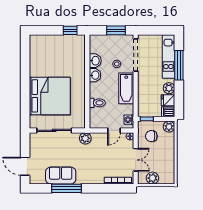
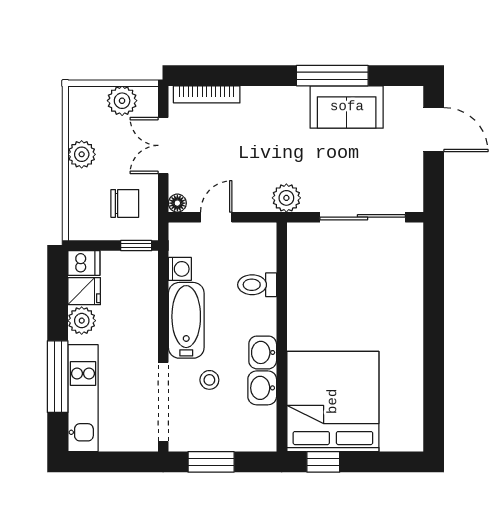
bed: (50, 96) -> (333, 401), moved, turned 90
washing machine: (129, 120) -> (180, 269), moved
plant: (169, 127) -> (82, 154), moved

